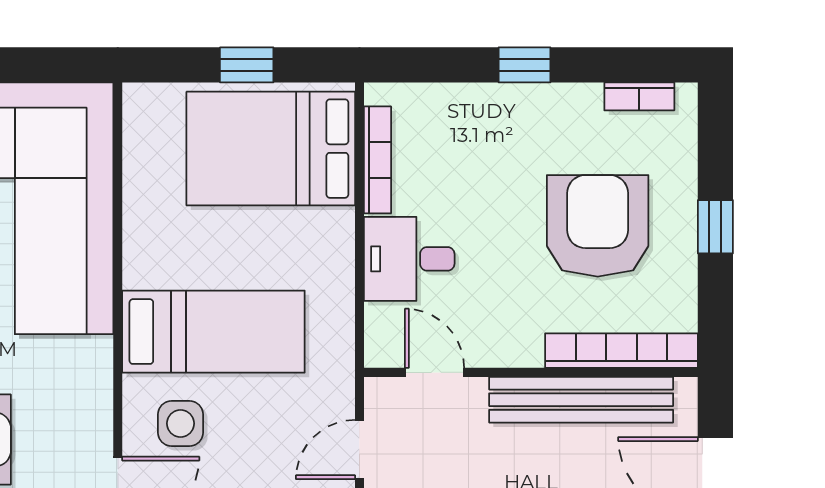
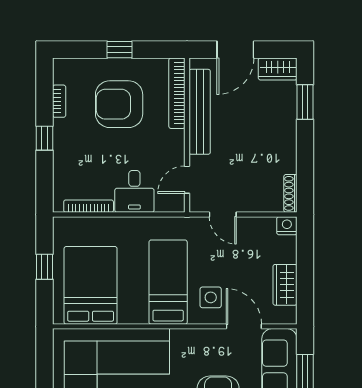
bookcase: (639, 96) -> (59, 101), moved
bed: (271, 149) -> (91, 285), moved, turned 180

